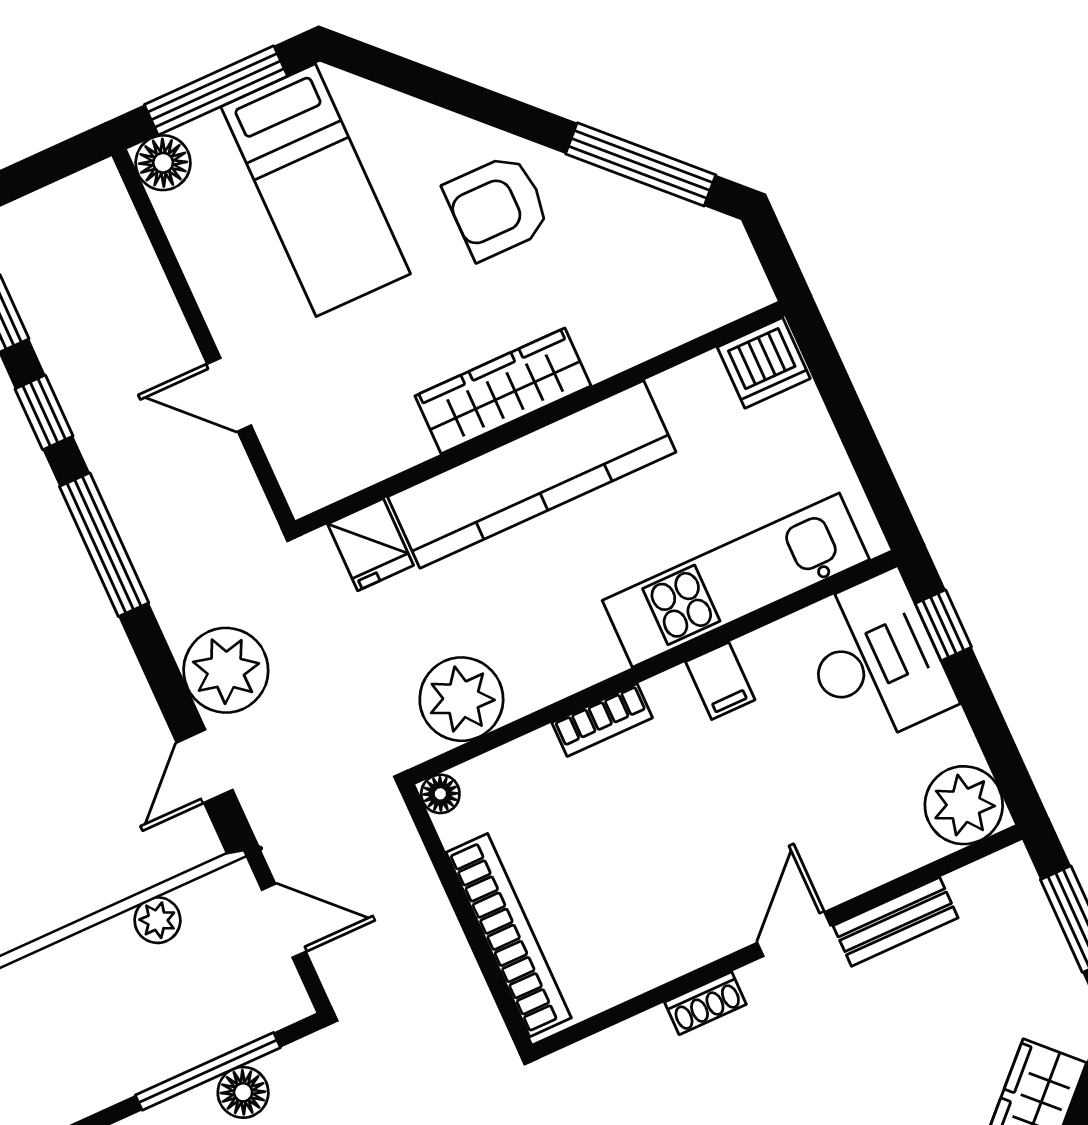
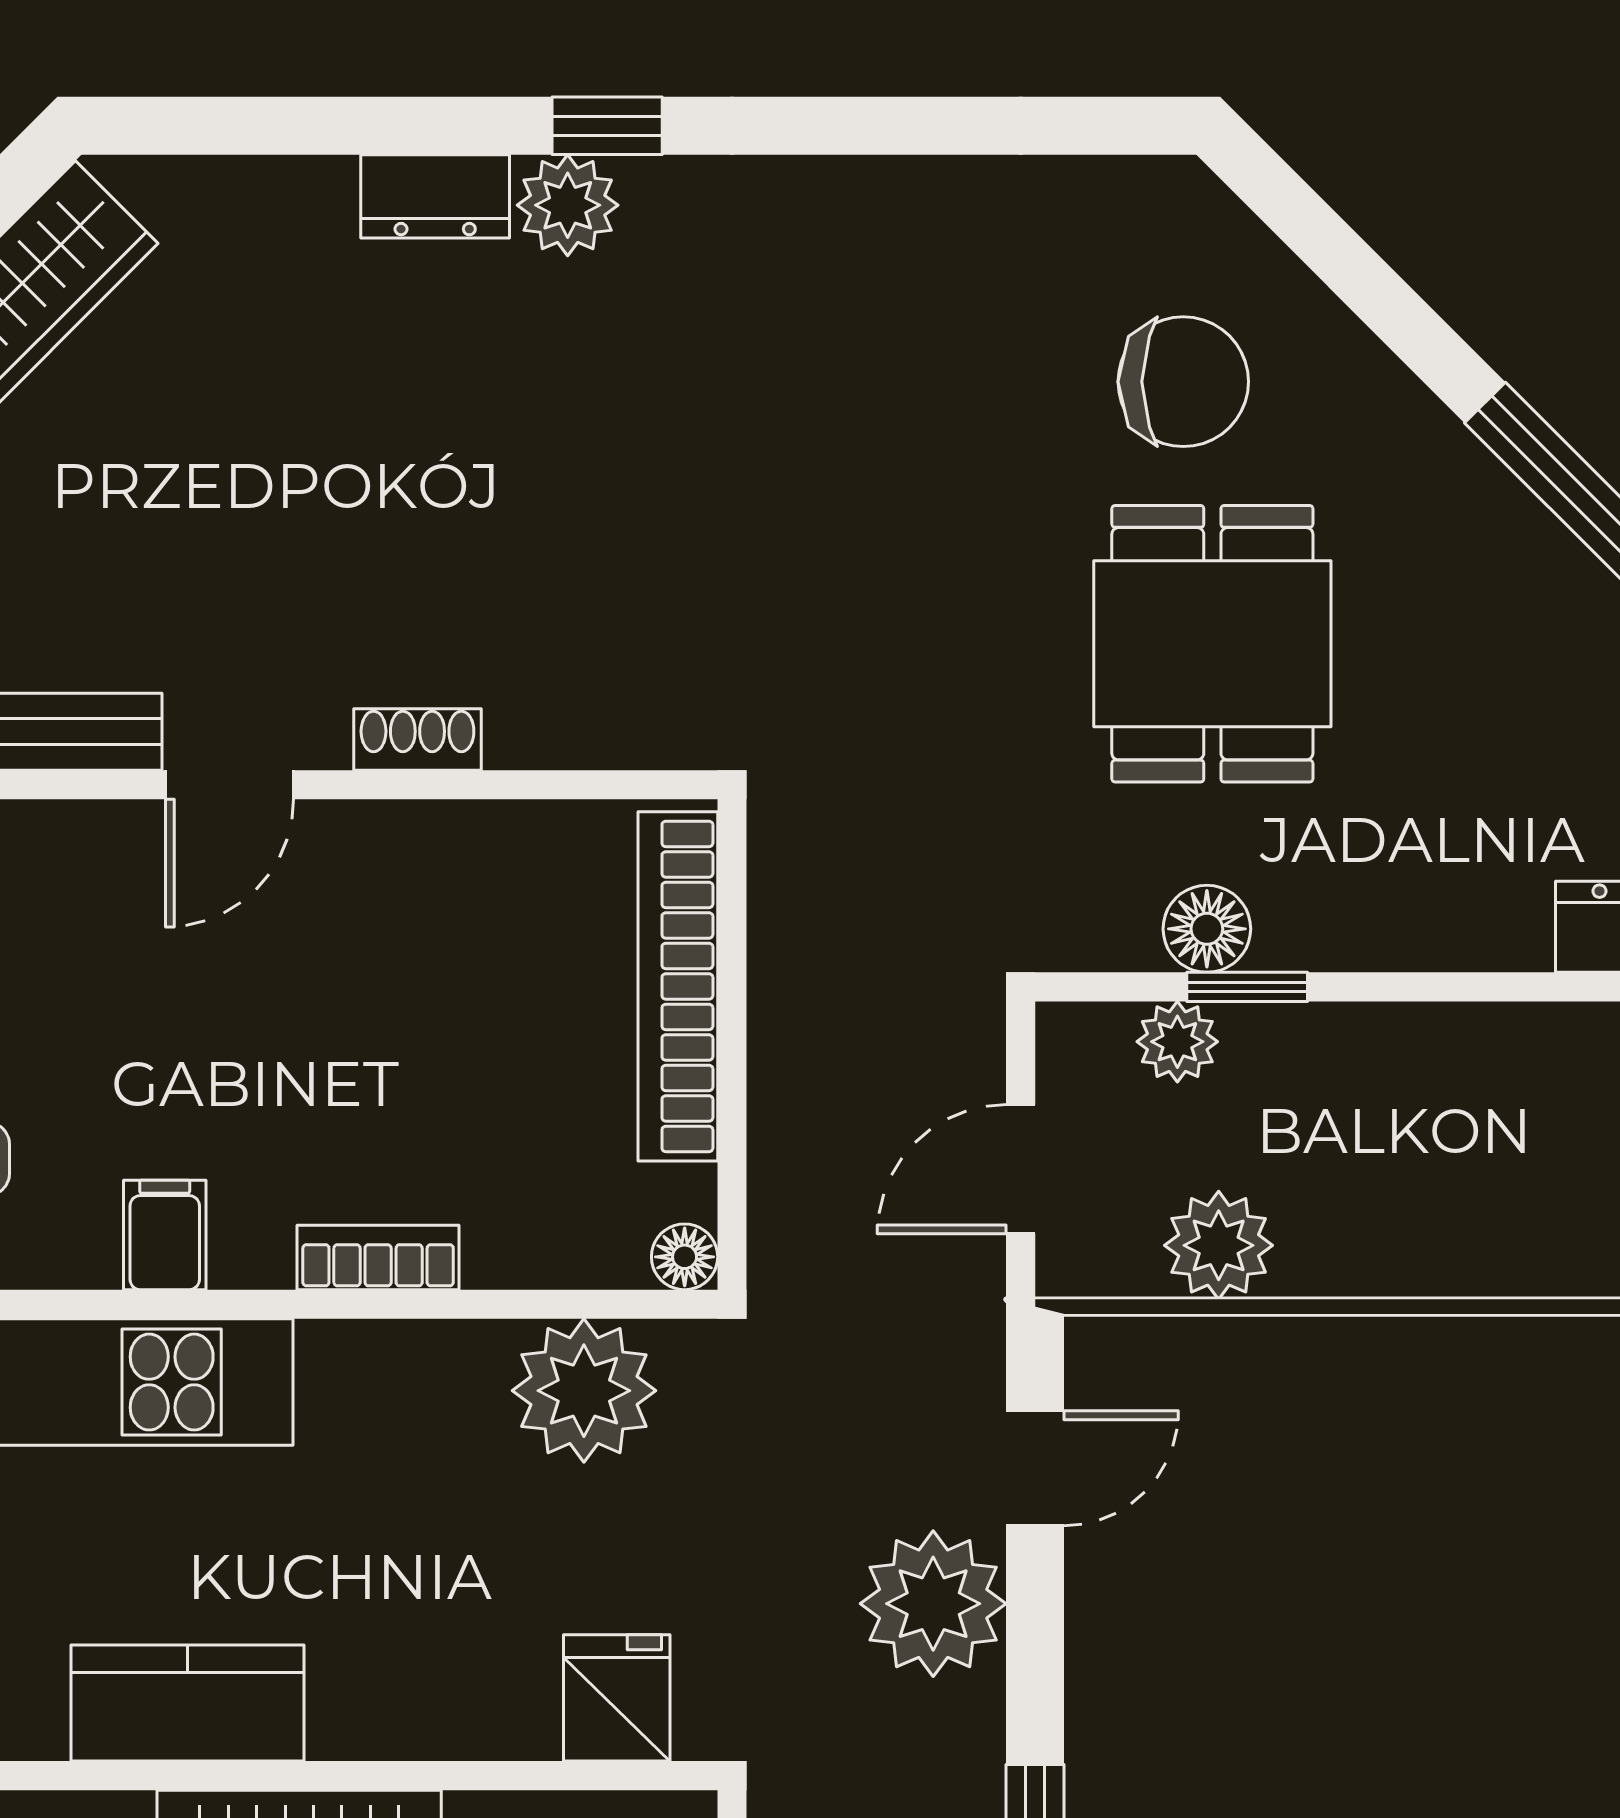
kitchen counter: (532, 474) -> (187, 1703), width x0.48, depth x0.86
plant: (157, 920) -> (1219, 1245), width x1.38, depth x1.38
door: (284, 921) -> (1021, 1169), hinge flipped
plant: (232, 1026) -> (1177, 1042), added
window: (208, 1071) -> (1247, 987), width x0.46

